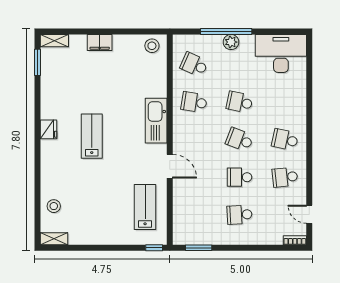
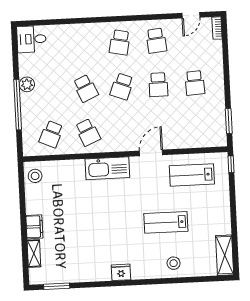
shelving: (54, 41) -> (34, 253), moved
plant: (231, 42) -> (27, 84), moved
desk: (281, 53) -> (32, 39), width x0.53, depth x0.77
school desk: (194, 102) -> (88, 132), turned -33
school desk: (240, 102) -> (86, 88), turned -36
lab bench: (92, 136) -> (166, 222), moved
stool: (54, 206) -> (174, 263), moved
shelving: (54, 239) -> (225, 255), width x1.50, depth x1.33

